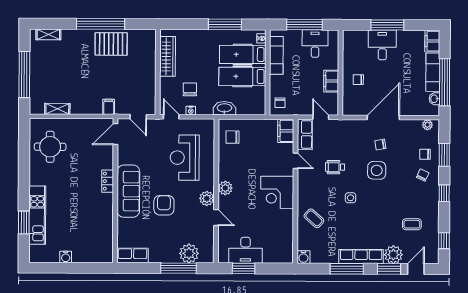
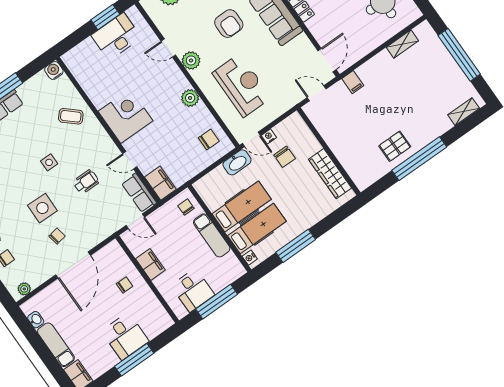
pallet: (111, 44) -> (395, 146), width x0.67, depth x0.71
exam couch: (276, 55) -> (212, 235), moved
window: (445, 82) -> (37, 343), removed
door: (171, 117) -> (251, 139), moved
plant: (225, 188) -> (190, 98), moved

